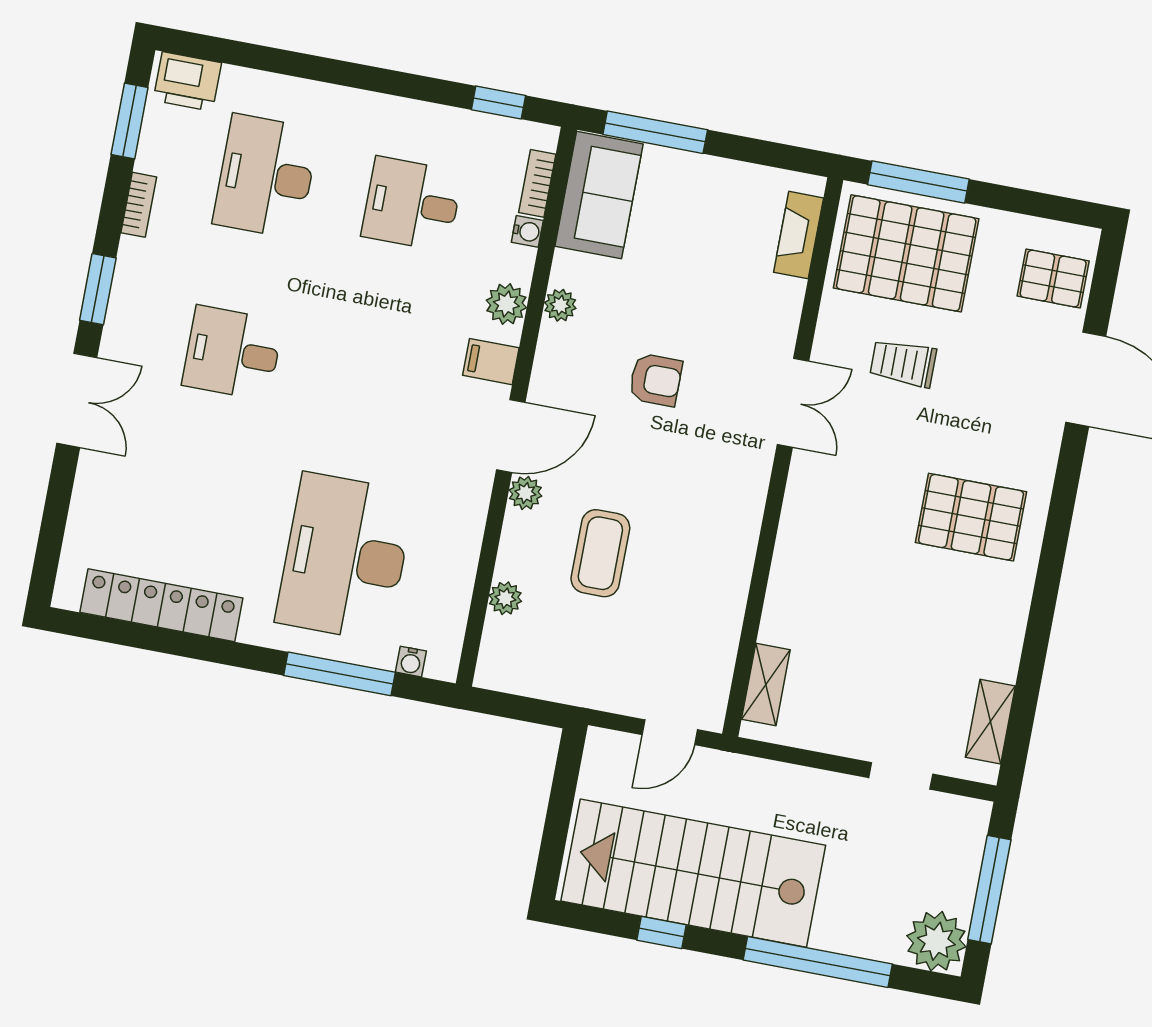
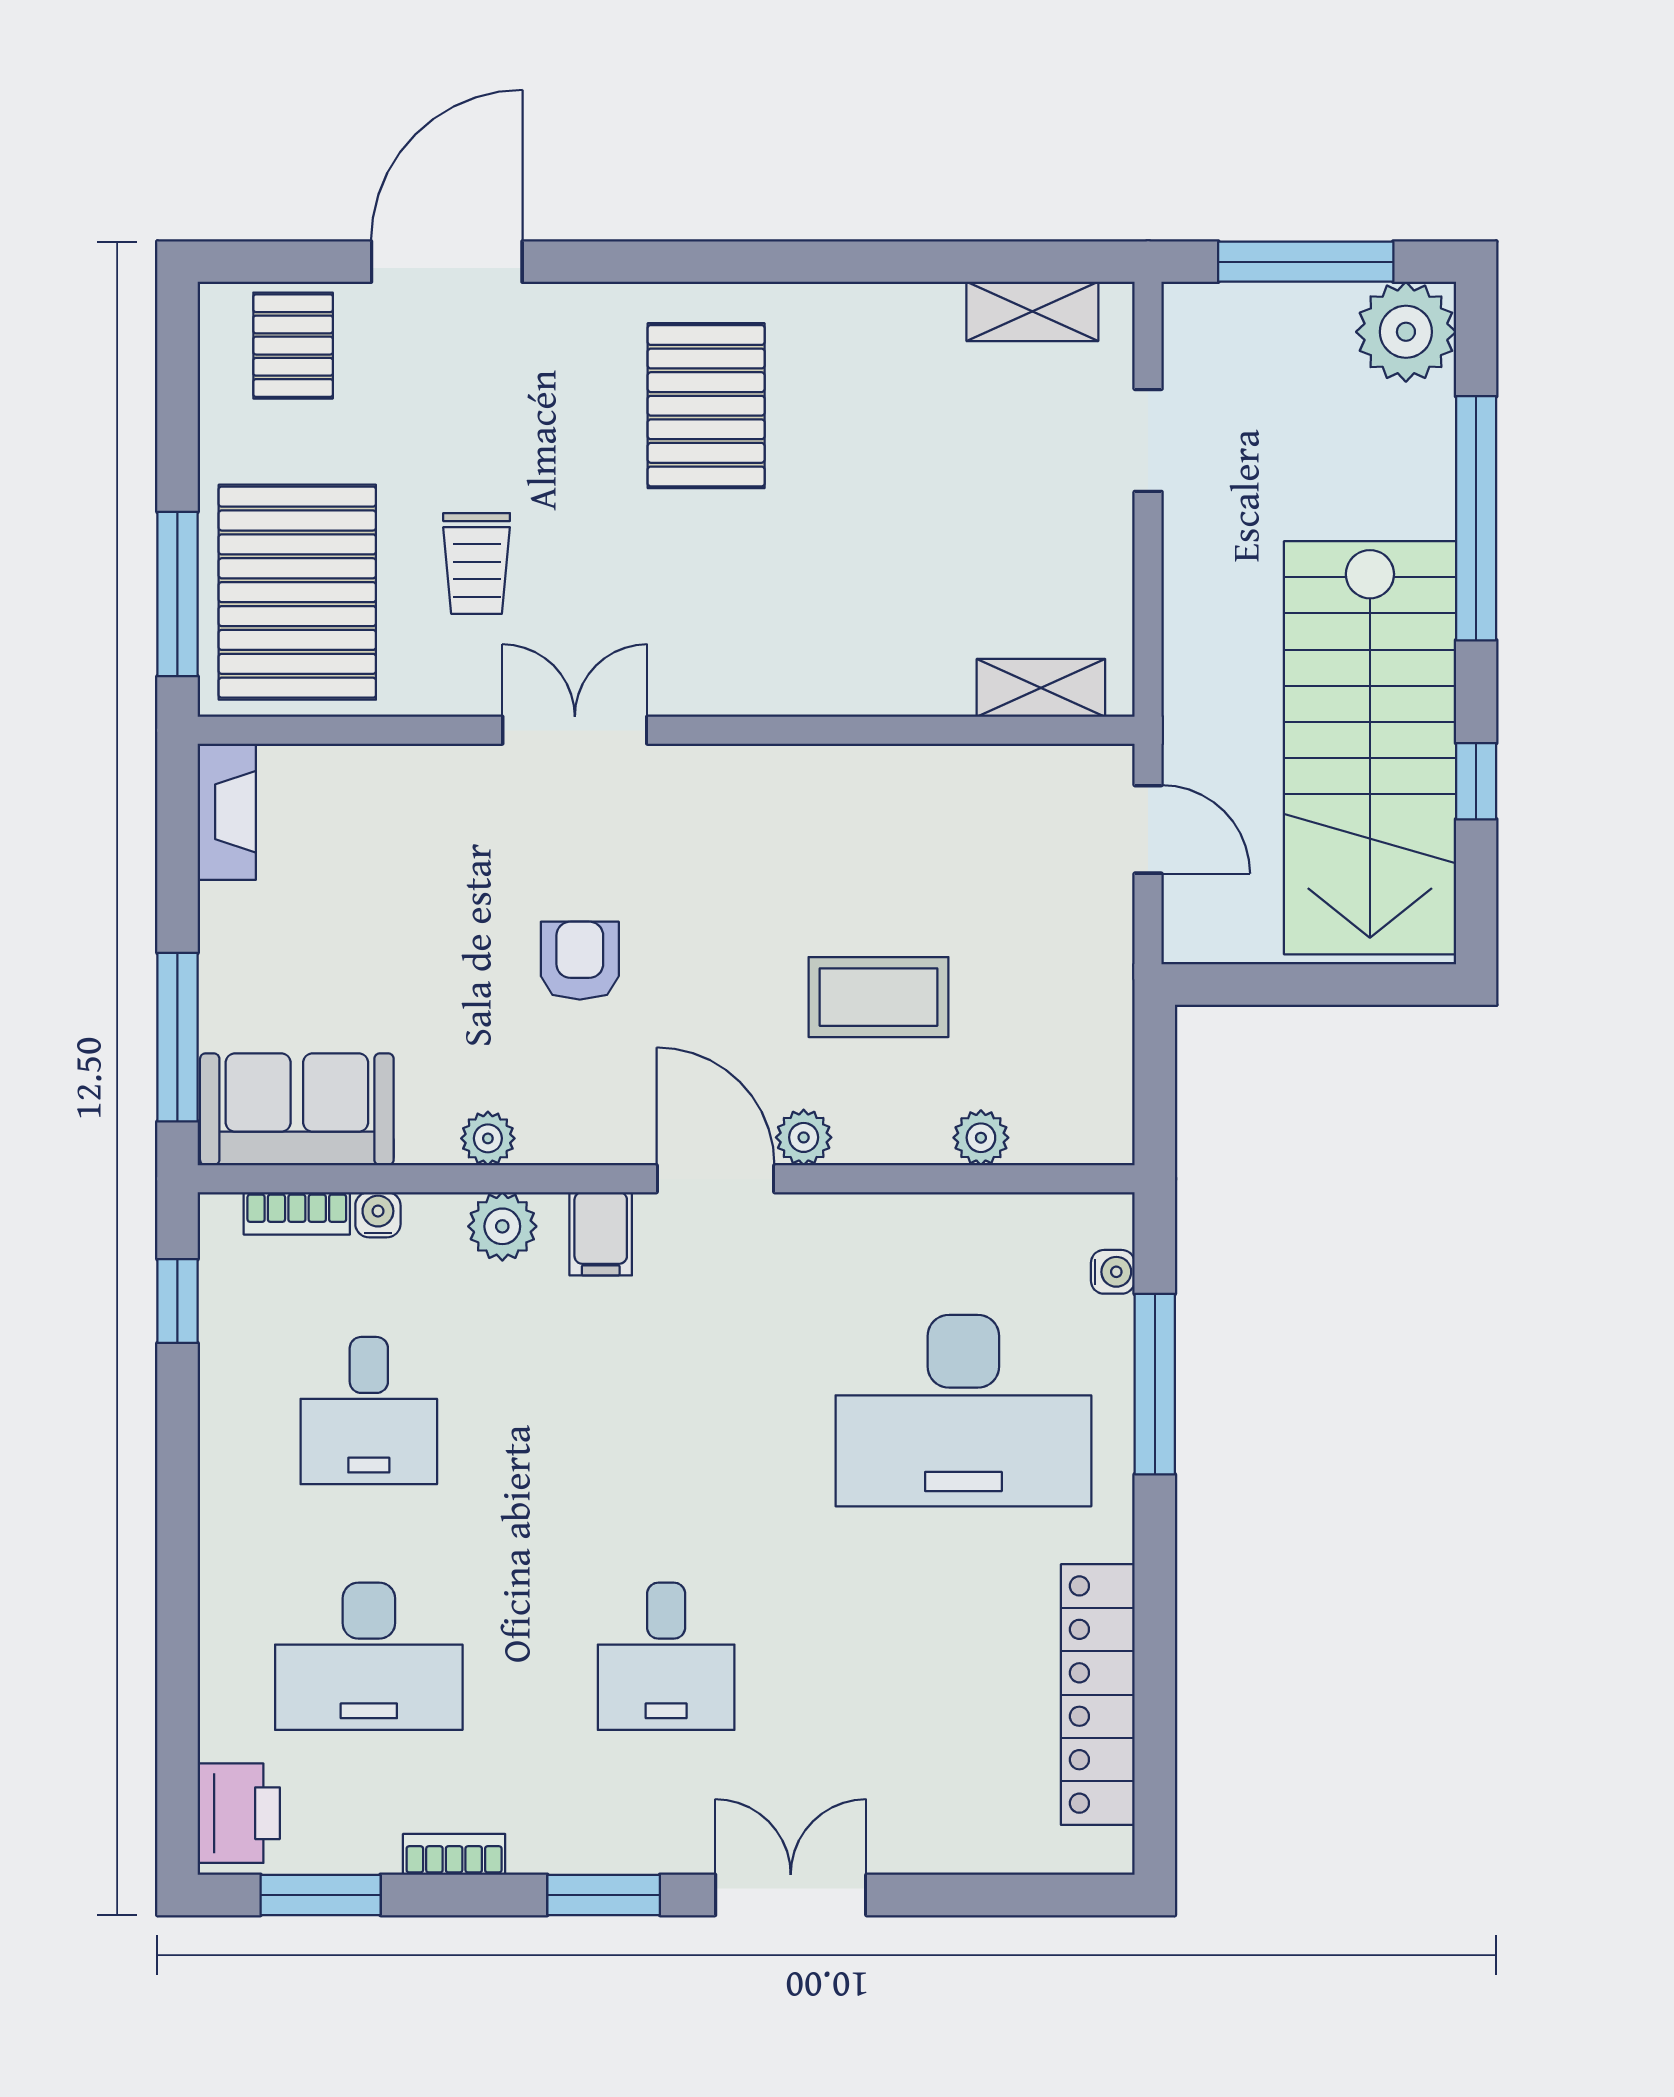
fireplace: (799, 235) -> (227, 812), moved, turned -90

